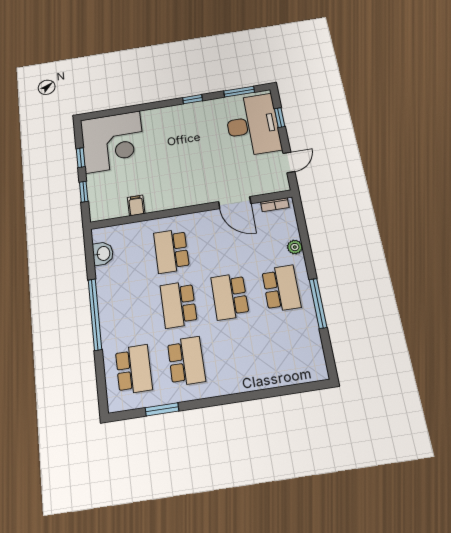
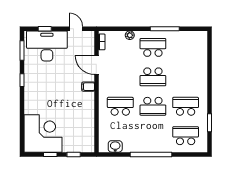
door: (235, 203) -> (96, 65), swing flipped
filing cabinet: (136, 205) -> (88, 87), moved
school desk: (171, 251) -> (120, 106), turned 180

